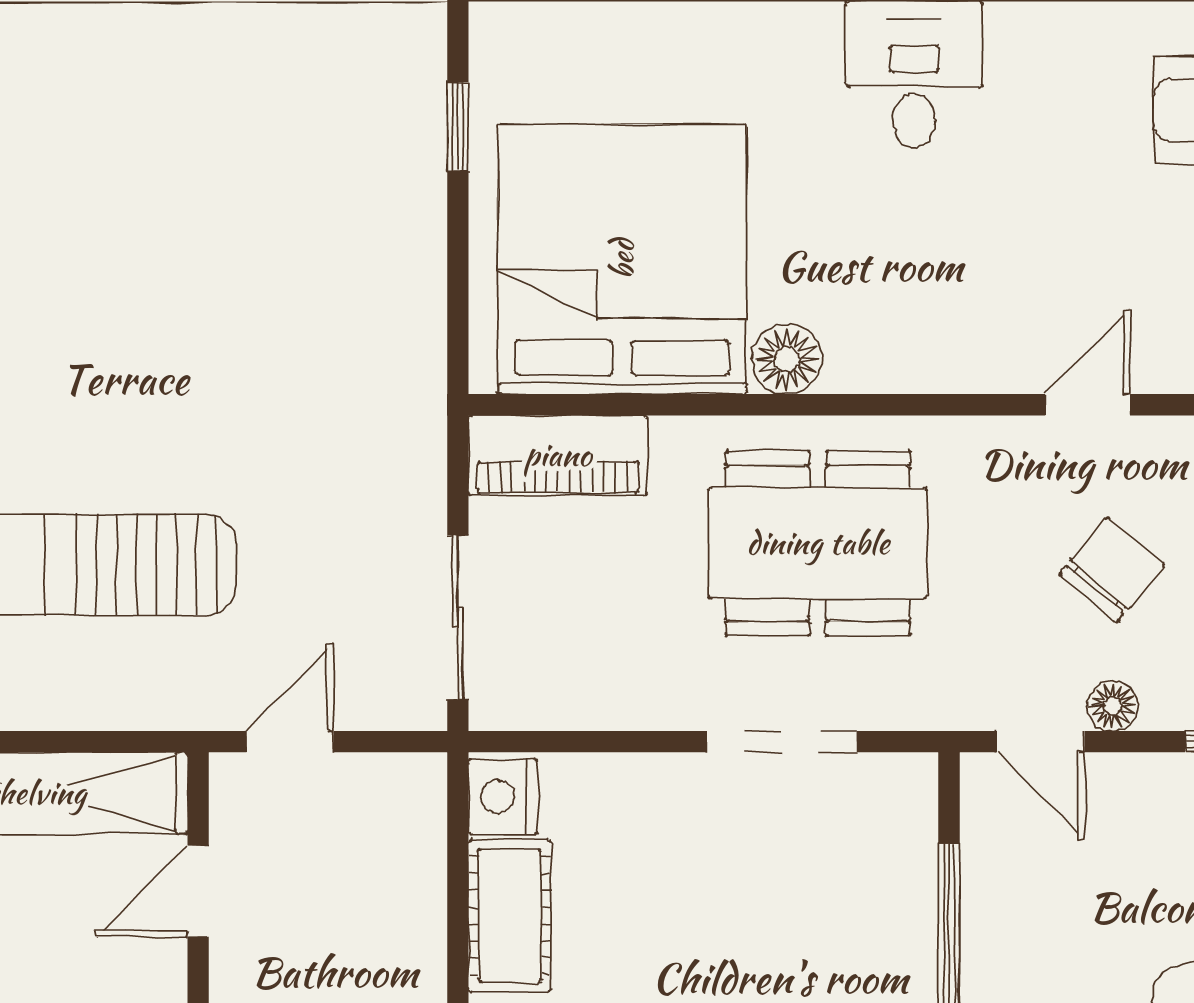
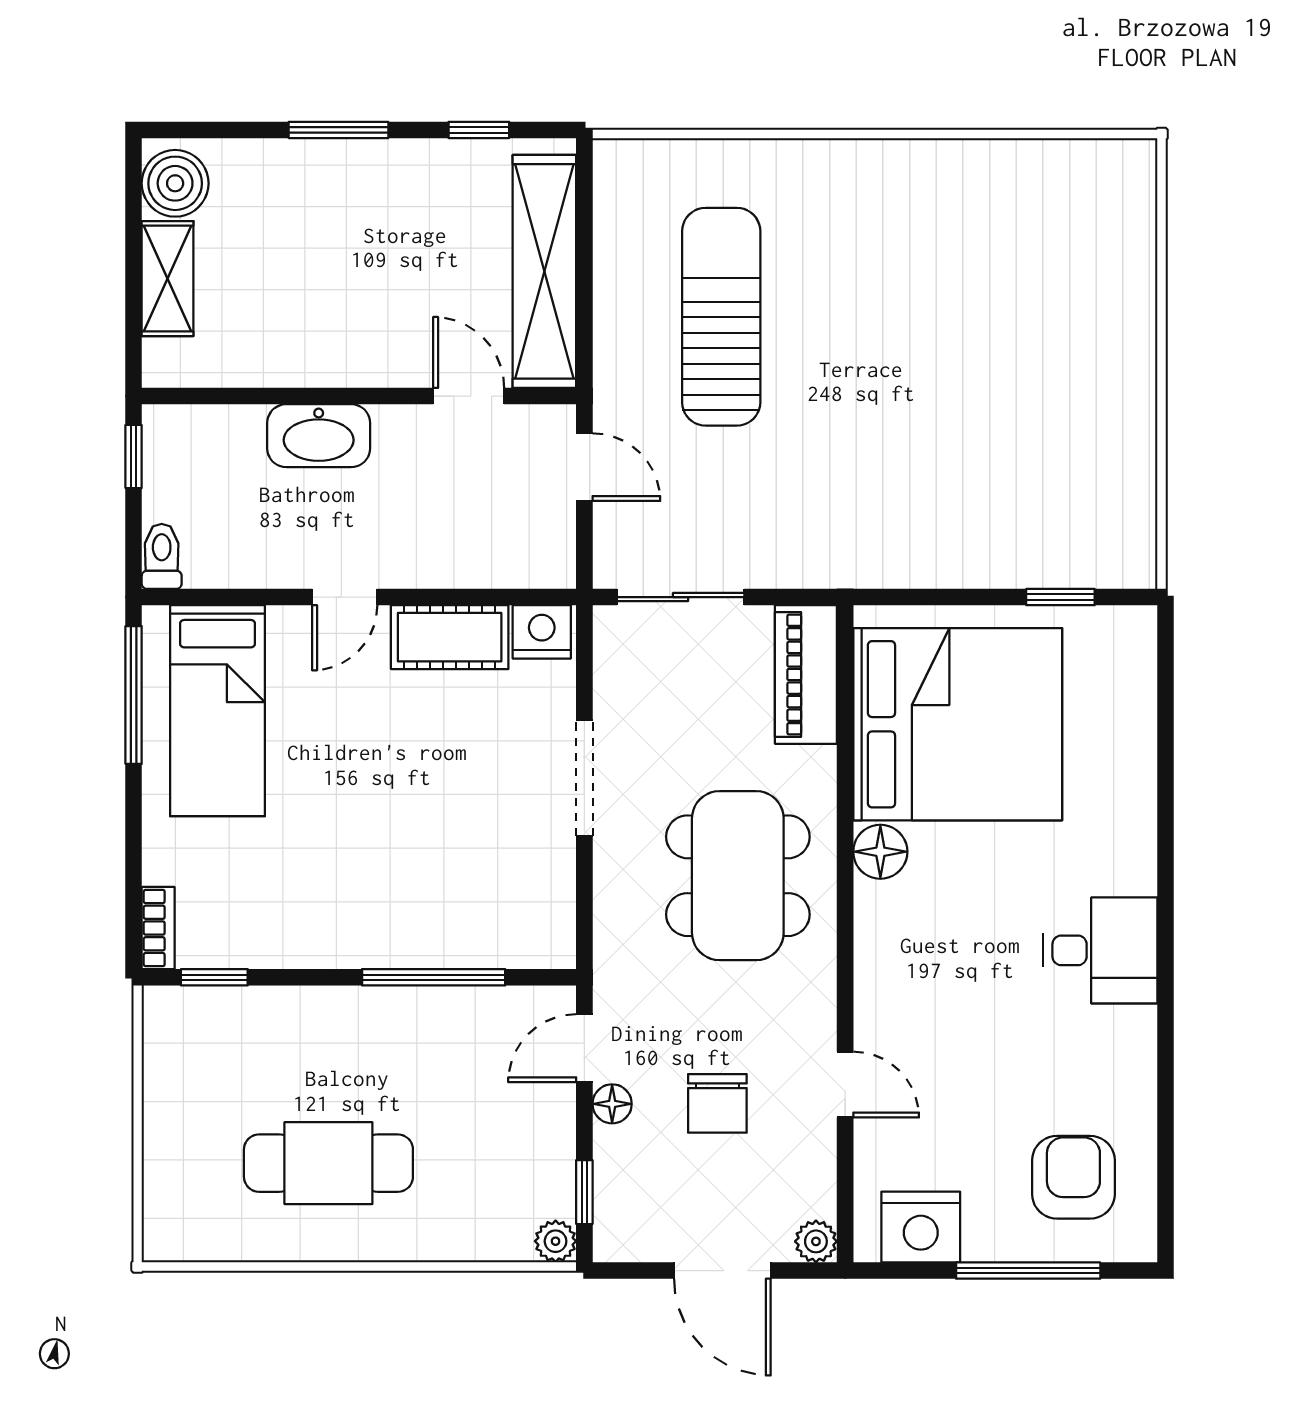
chair: (1112, 570) -> (717, 1103), turned 50
doorway: (781, 742) -> (584, 778), moved

